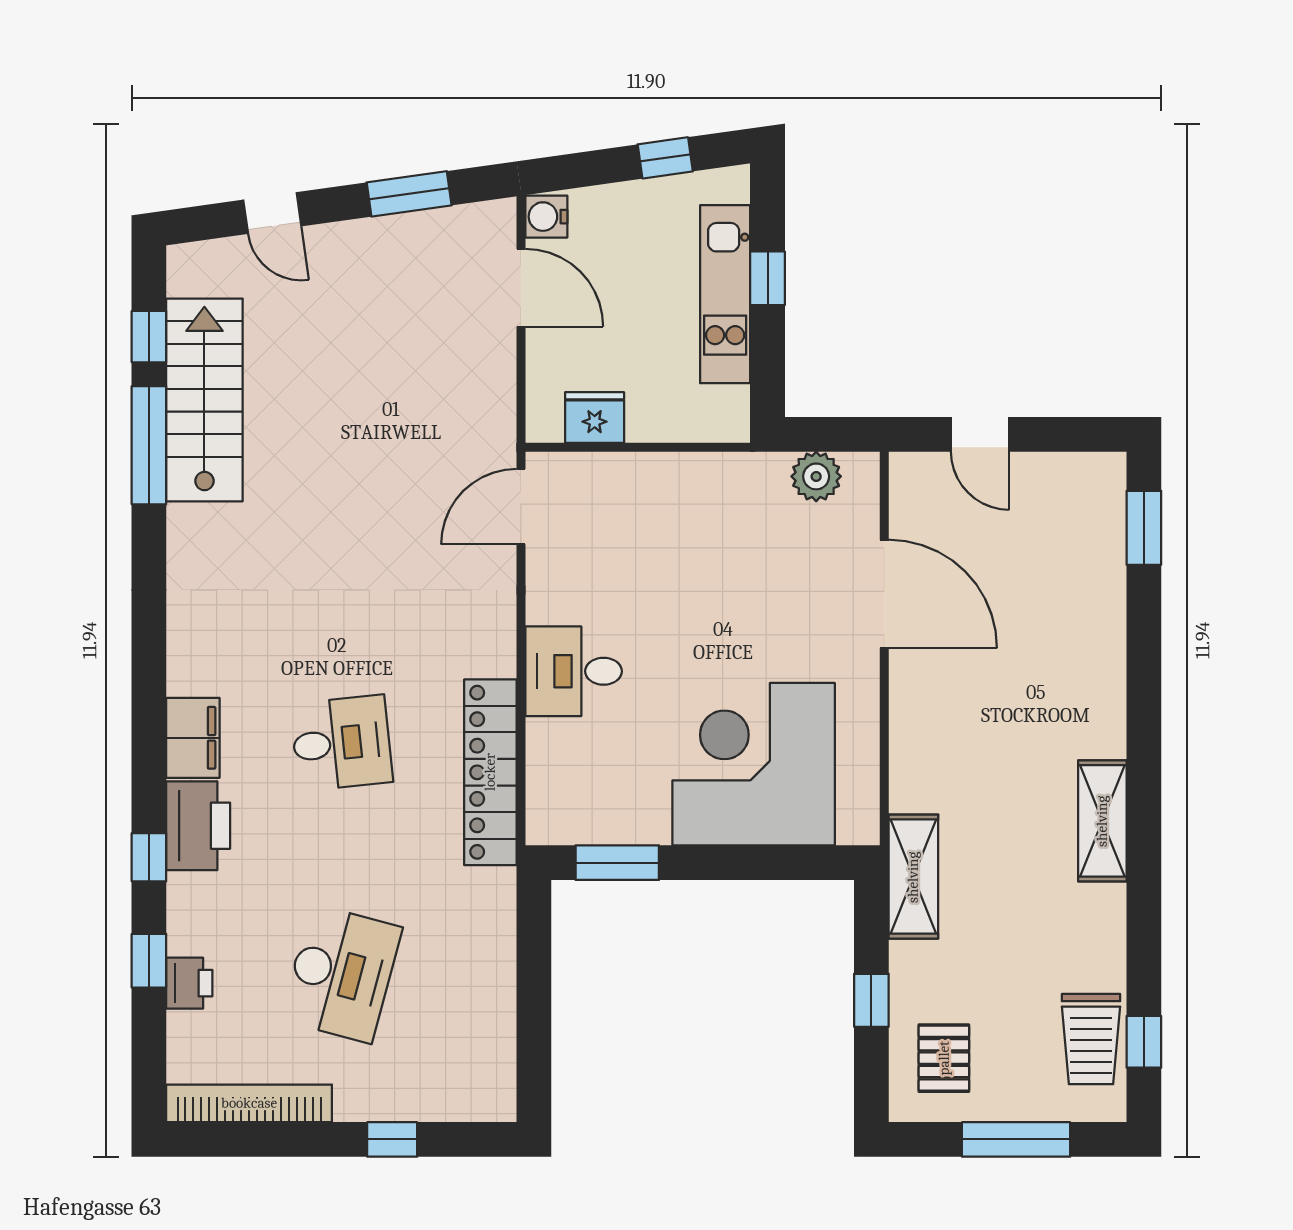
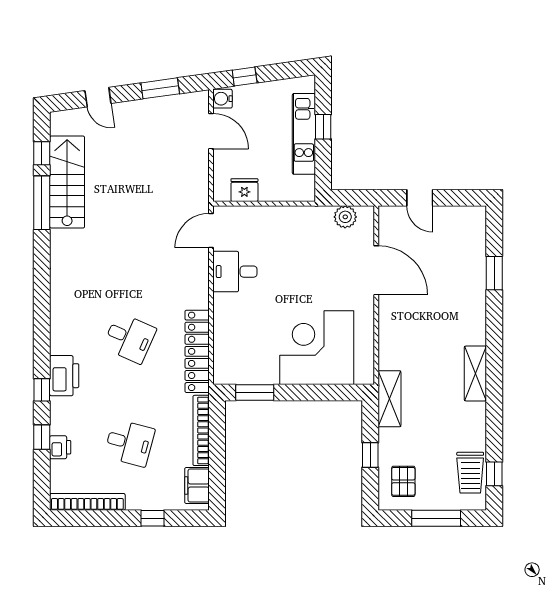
window: (665, 158) -> (245, 76), moved
window: (1144, 528) -> (494, 273), moved
desk: (574, 671) -> (235, 272), moved
filing cabinet: (193, 738) -> (197, 486), moved, turned 180
desk: (341, 743) -> (129, 338), turned 30
bookcase: (499, 946) -> (201, 430), added
desk: (341, 974) -> (129, 443), width x0.73

